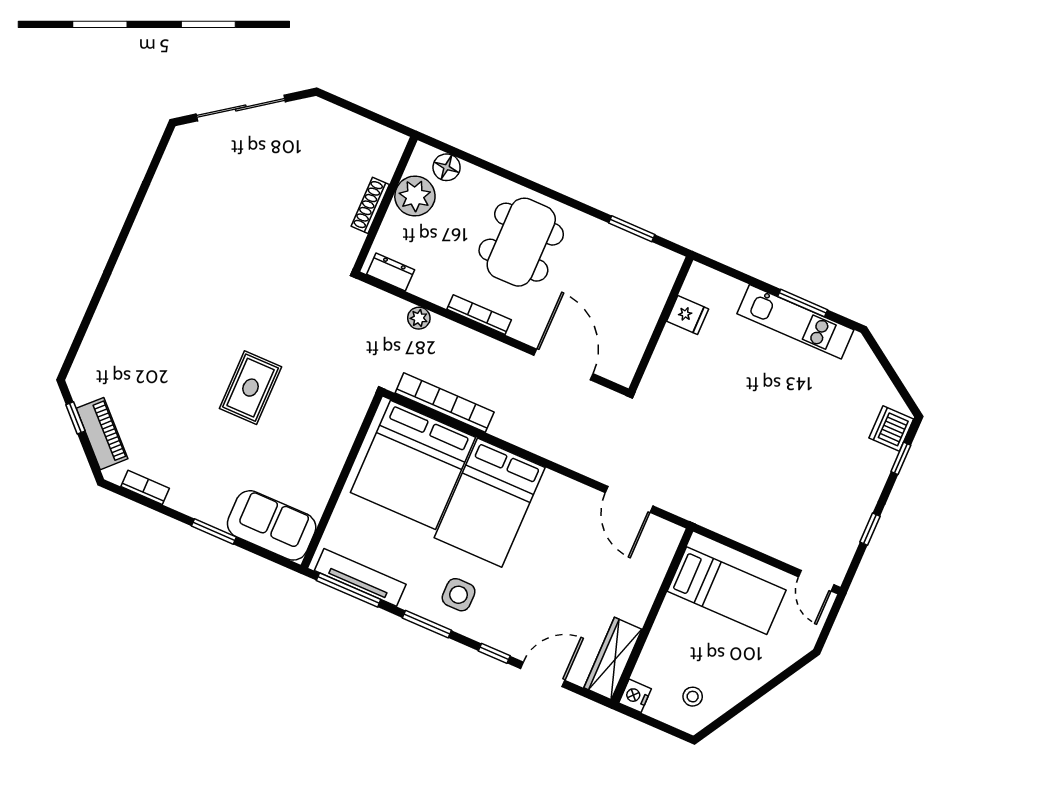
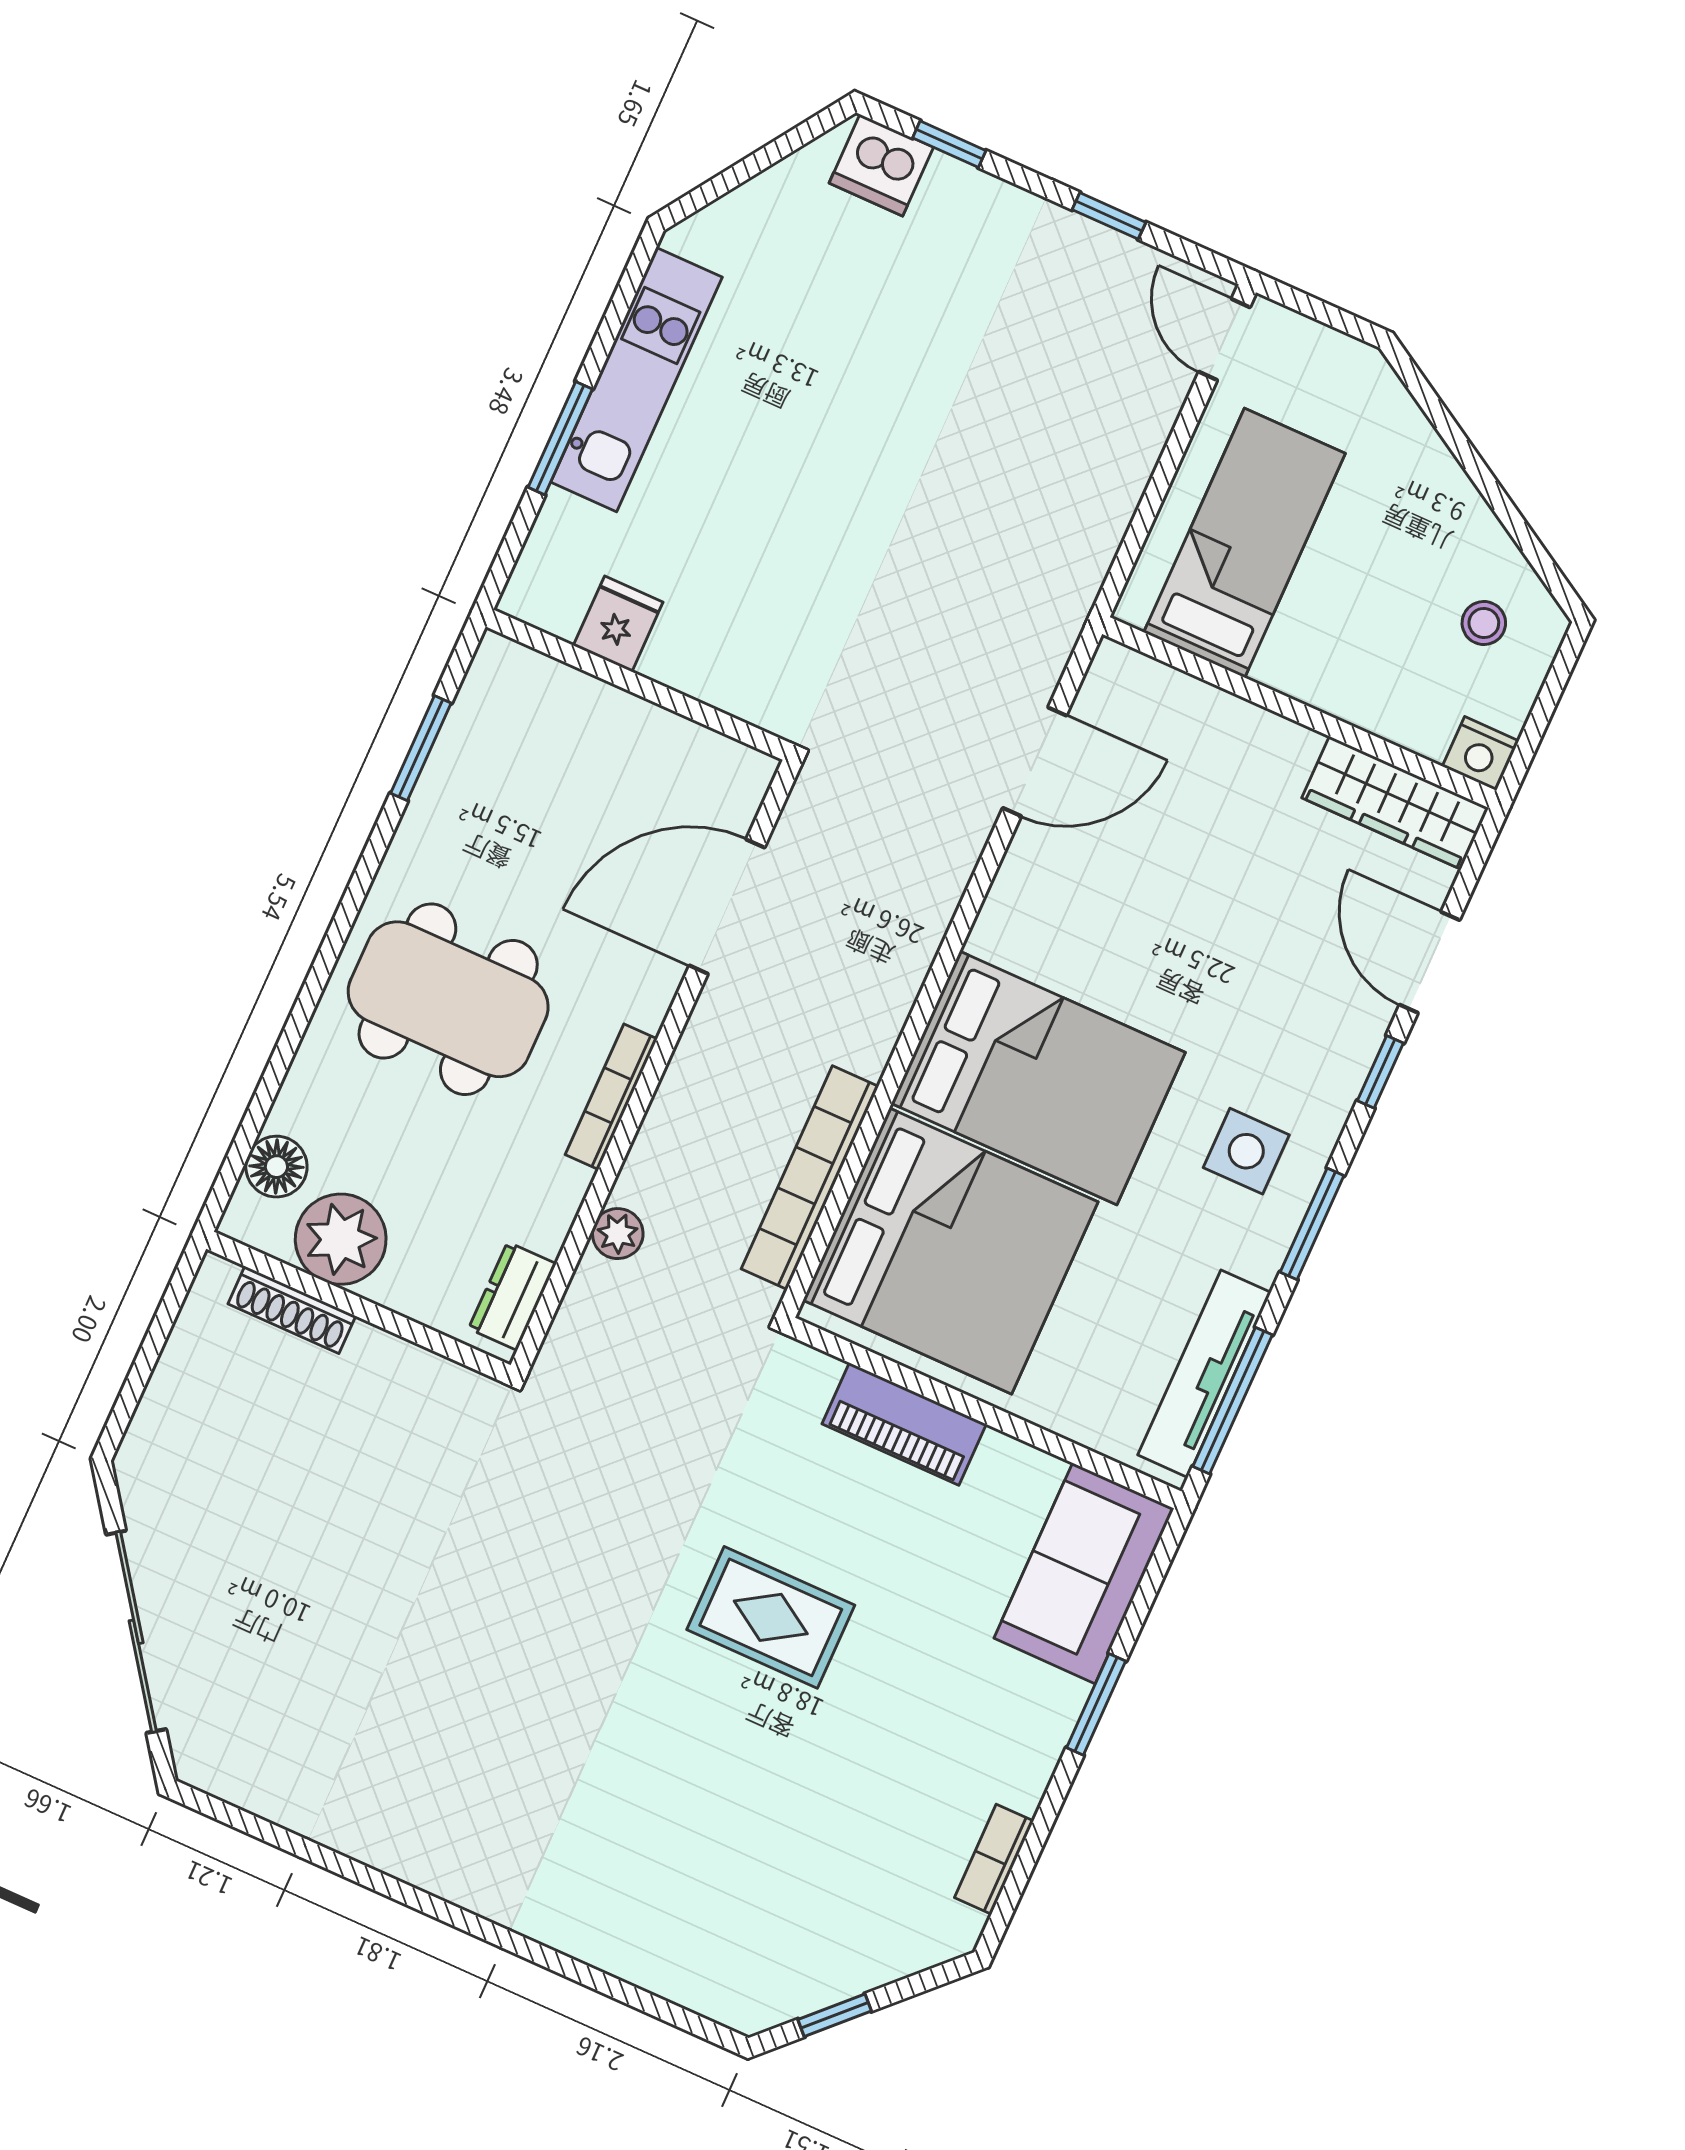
shoe rack: (370, 205) -> (292, 1310), moved
window: (803, 303) -> (560, 438), moved
piano: (102, 434) -> (904, 1424), moved, turned -135
door: (816, 581) -> (1224, 340), swing flipped

